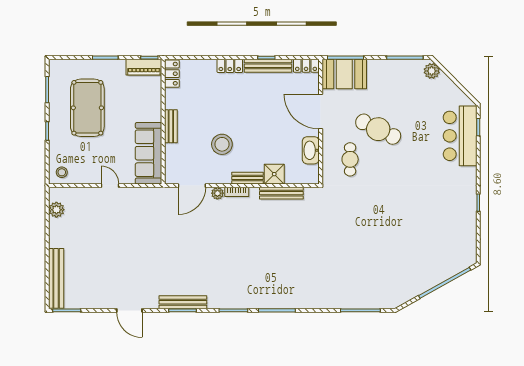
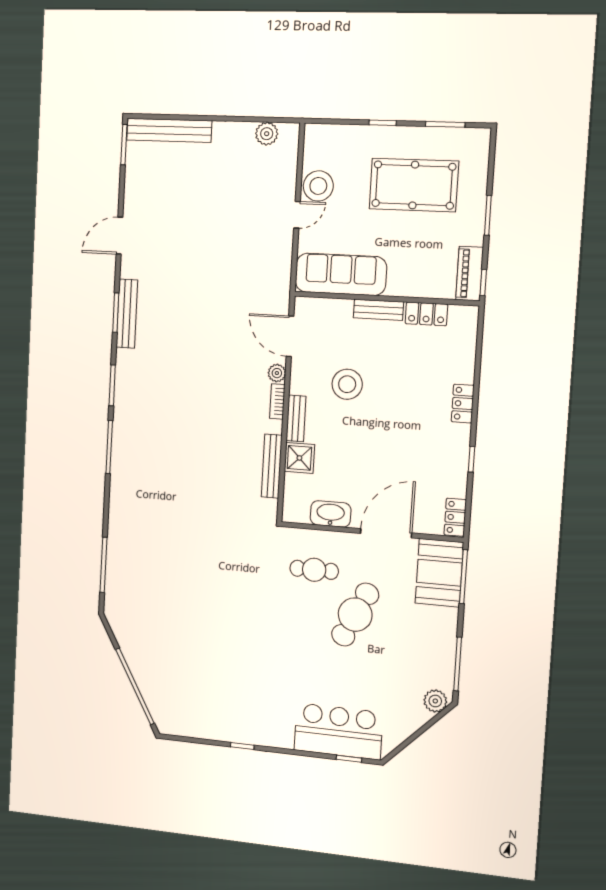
bench: (268, 66) -> (459, 461), removed
locker: (172, 74) -> (426, 314), moved
stool: (62, 172) -> (318, 186), moved, width x1.89, depth x1.89

